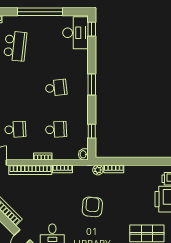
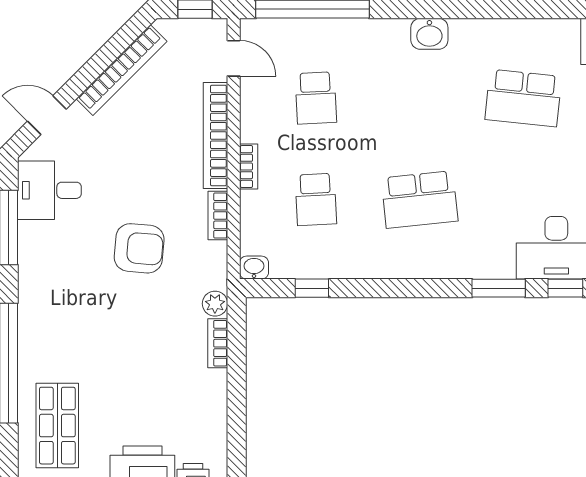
window: (92, 84) -> (499, 288), moved
school desk: (56, 88) -> (420, 199), width x1.85
armchair: (92, 207) -> (139, 248), moved

